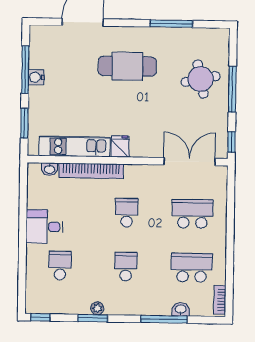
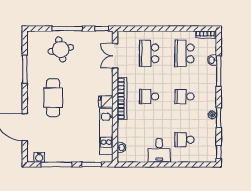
water cooler: (36, 77) -> (39, 157), moved
double door: (189, 162) -> (115, 56), width x0.73
bookcase: (91, 171) -> (122, 99), moved

